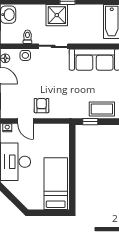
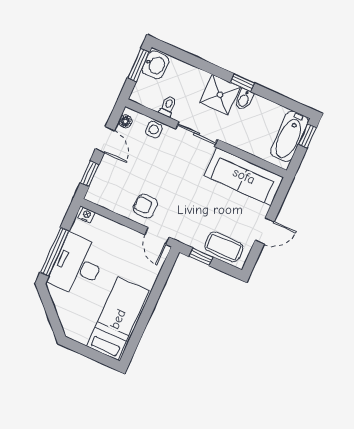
bidet: (73, 11) -> (244, 99), added
armchair: (42, 106) -> (145, 206), turned -90
door: (26, 121) -> (157, 236), moved

